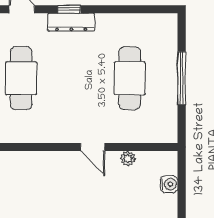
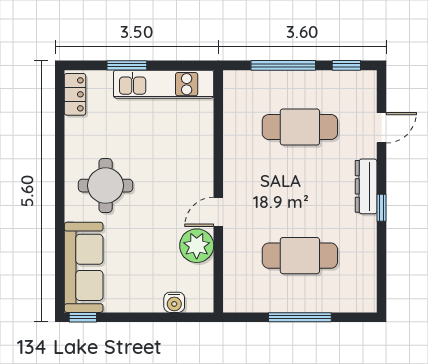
window: (69, 9) -> (382, 208), moved
plant: (128, 159) -> (197, 246), width x1.88, depth x1.88

